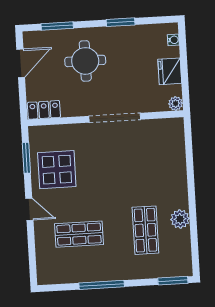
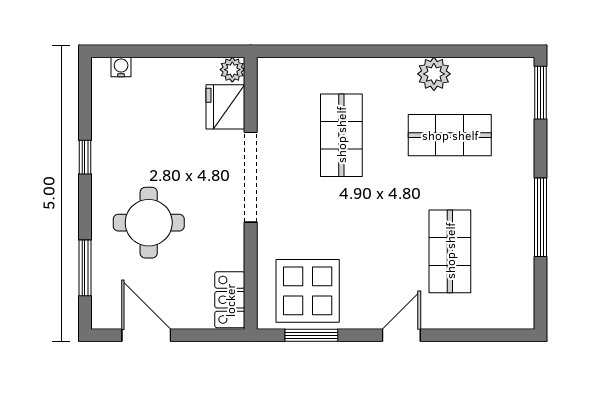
window: (121, 22) -> (85, 157), width x0.67
fridge: (170, 71) -> (225, 107), moved, turned 90
shop shelf: (142, 168) -> (341, 135), added
display table: (57, 170) -> (308, 291), moved

